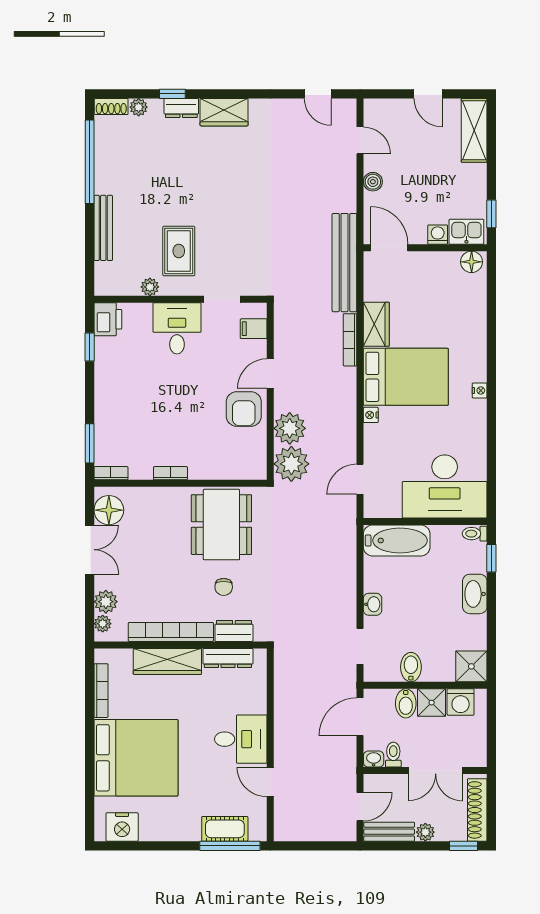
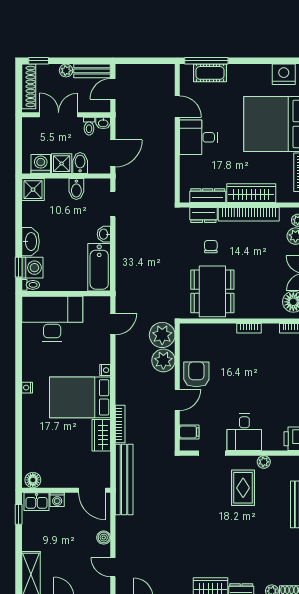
bathtub: (397, 540) -> (99, 267), moved, turned -90
washing machine: (472, 558) -> (32, 268), added

